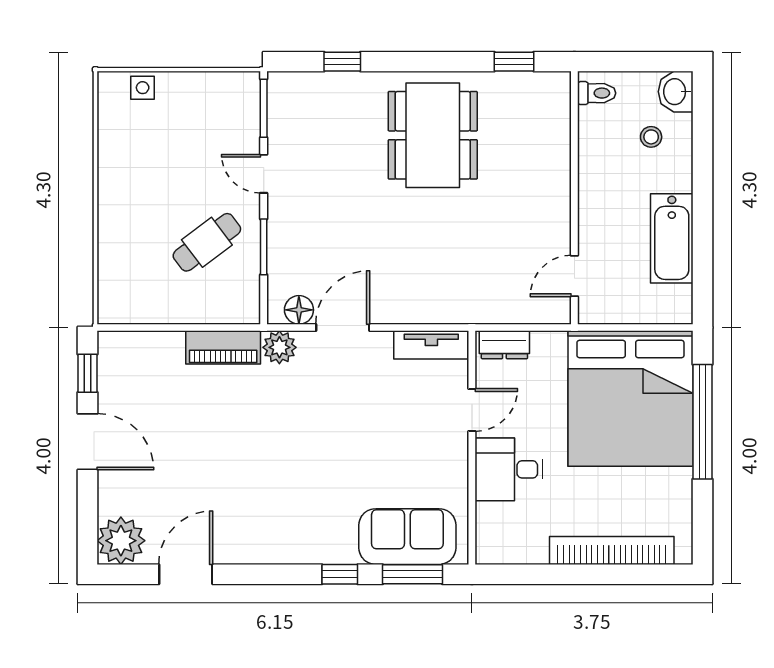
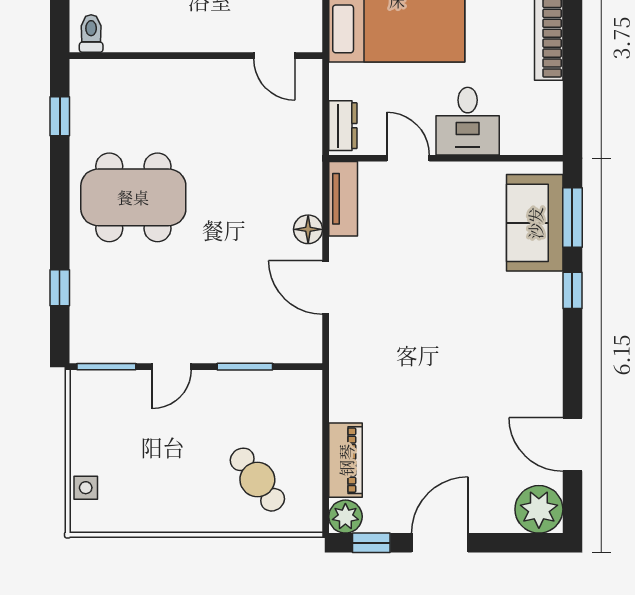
cafe table: (207, 242) -> (257, 480), moved
floor lamp: (299, 310) -> (308, 229), moved
piano: (223, 347) -> (346, 460), moved
plant: (279, 347) -> (345, 517), moved

